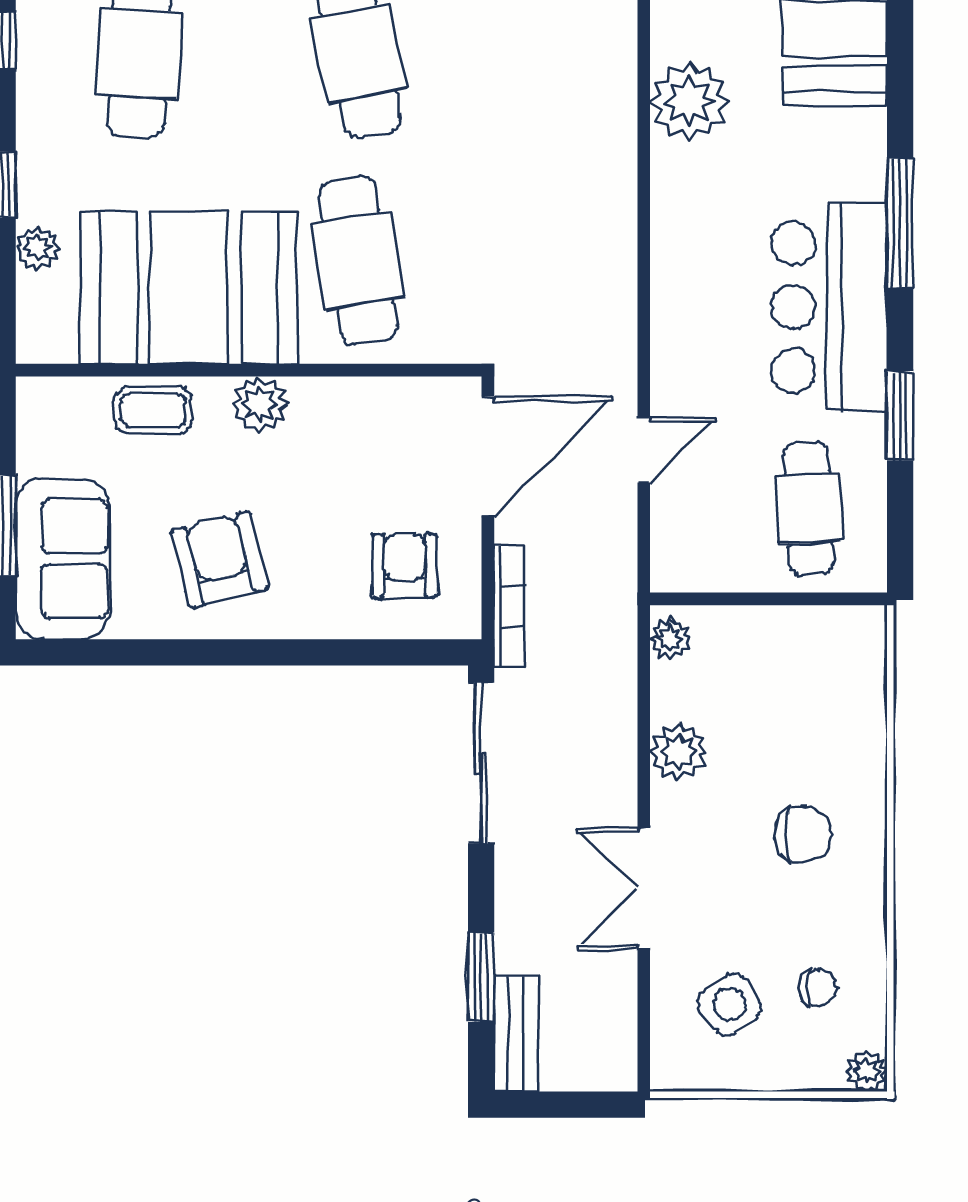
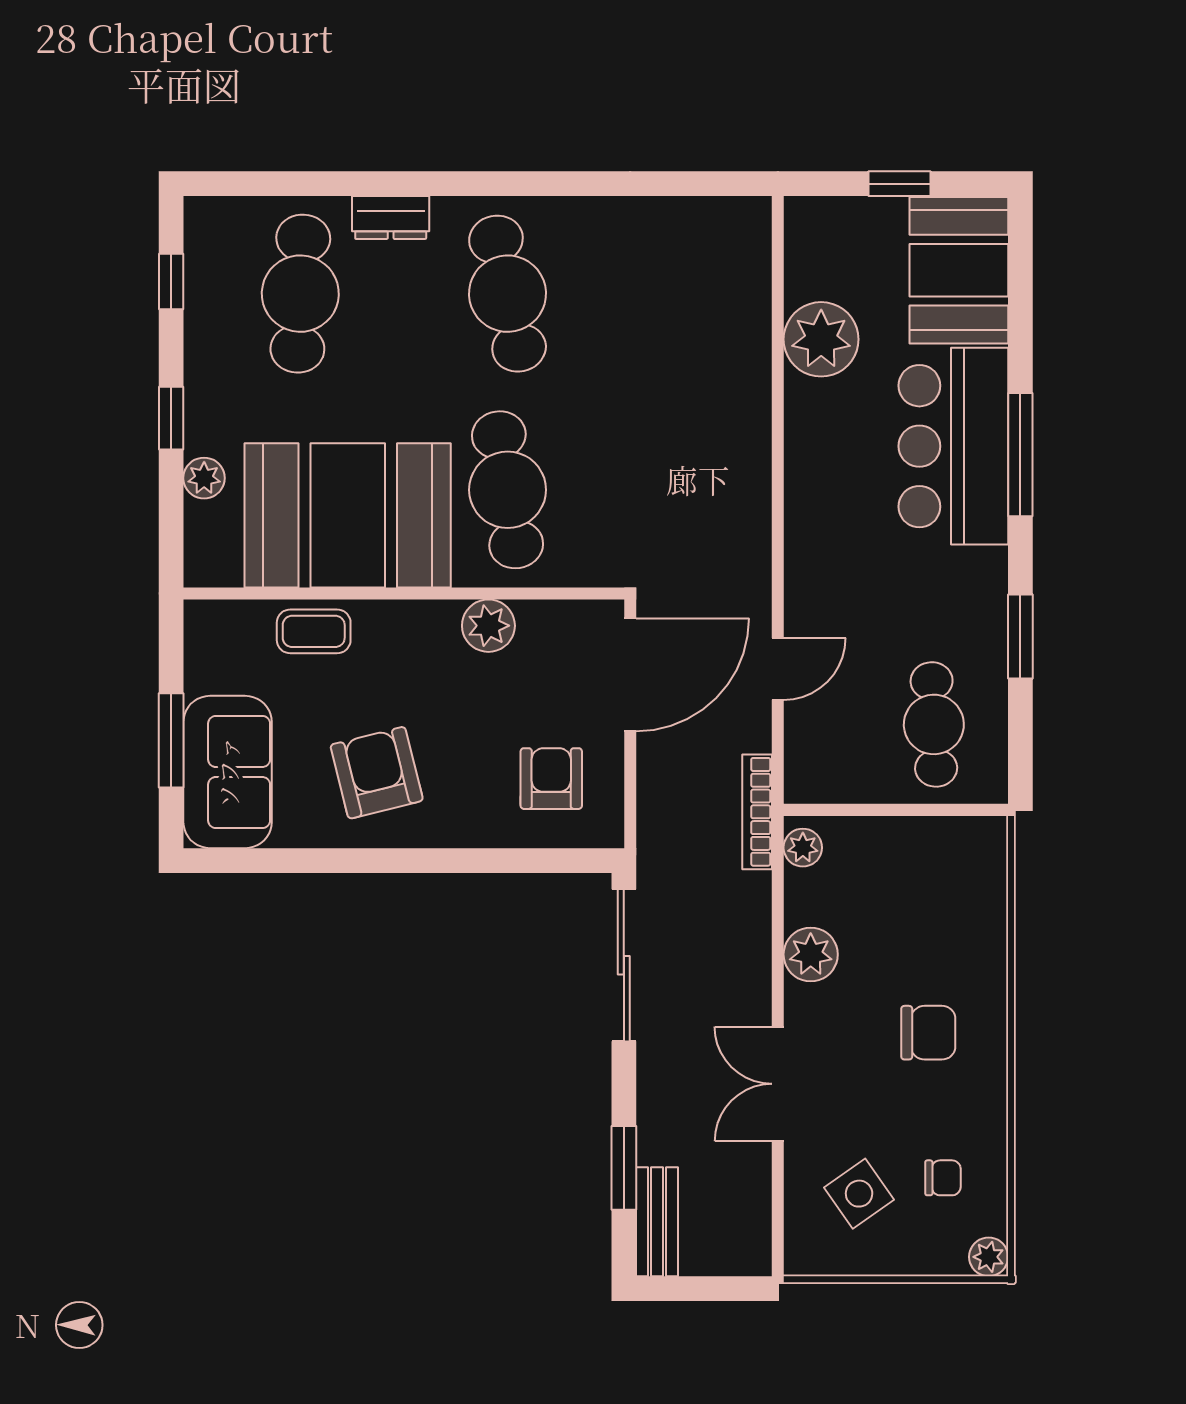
bar counter: (829, 307) -> (953, 446), moved
plant: (259, 404) -> (488, 626), moved
bookcase: (510, 606) -> (757, 812), moved, turned 180

